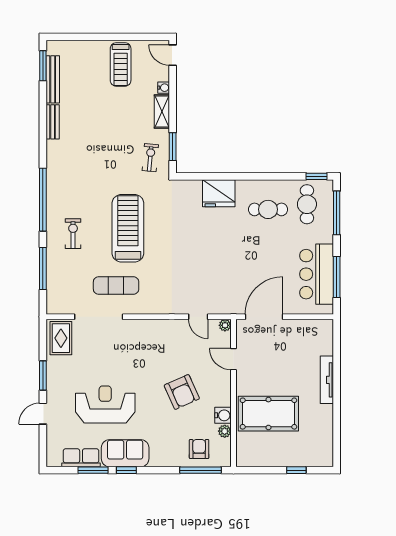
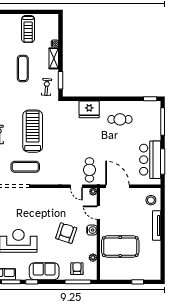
door: (173, 55) -> (60, 23), removed
exercise mat: (112, 128) -> (23, 68), added
cafe table: (307, 204) -> (89, 170), moved
door: (264, 317) -> (117, 186), hinge flipped
stool: (318, 339) -> (151, 200), added
armchair: (182, 392) -> (66, 233), turned -138
water cooler: (223, 415) -> (92, 230), moved
sofa: (125, 453) -> (44, 271), moved

